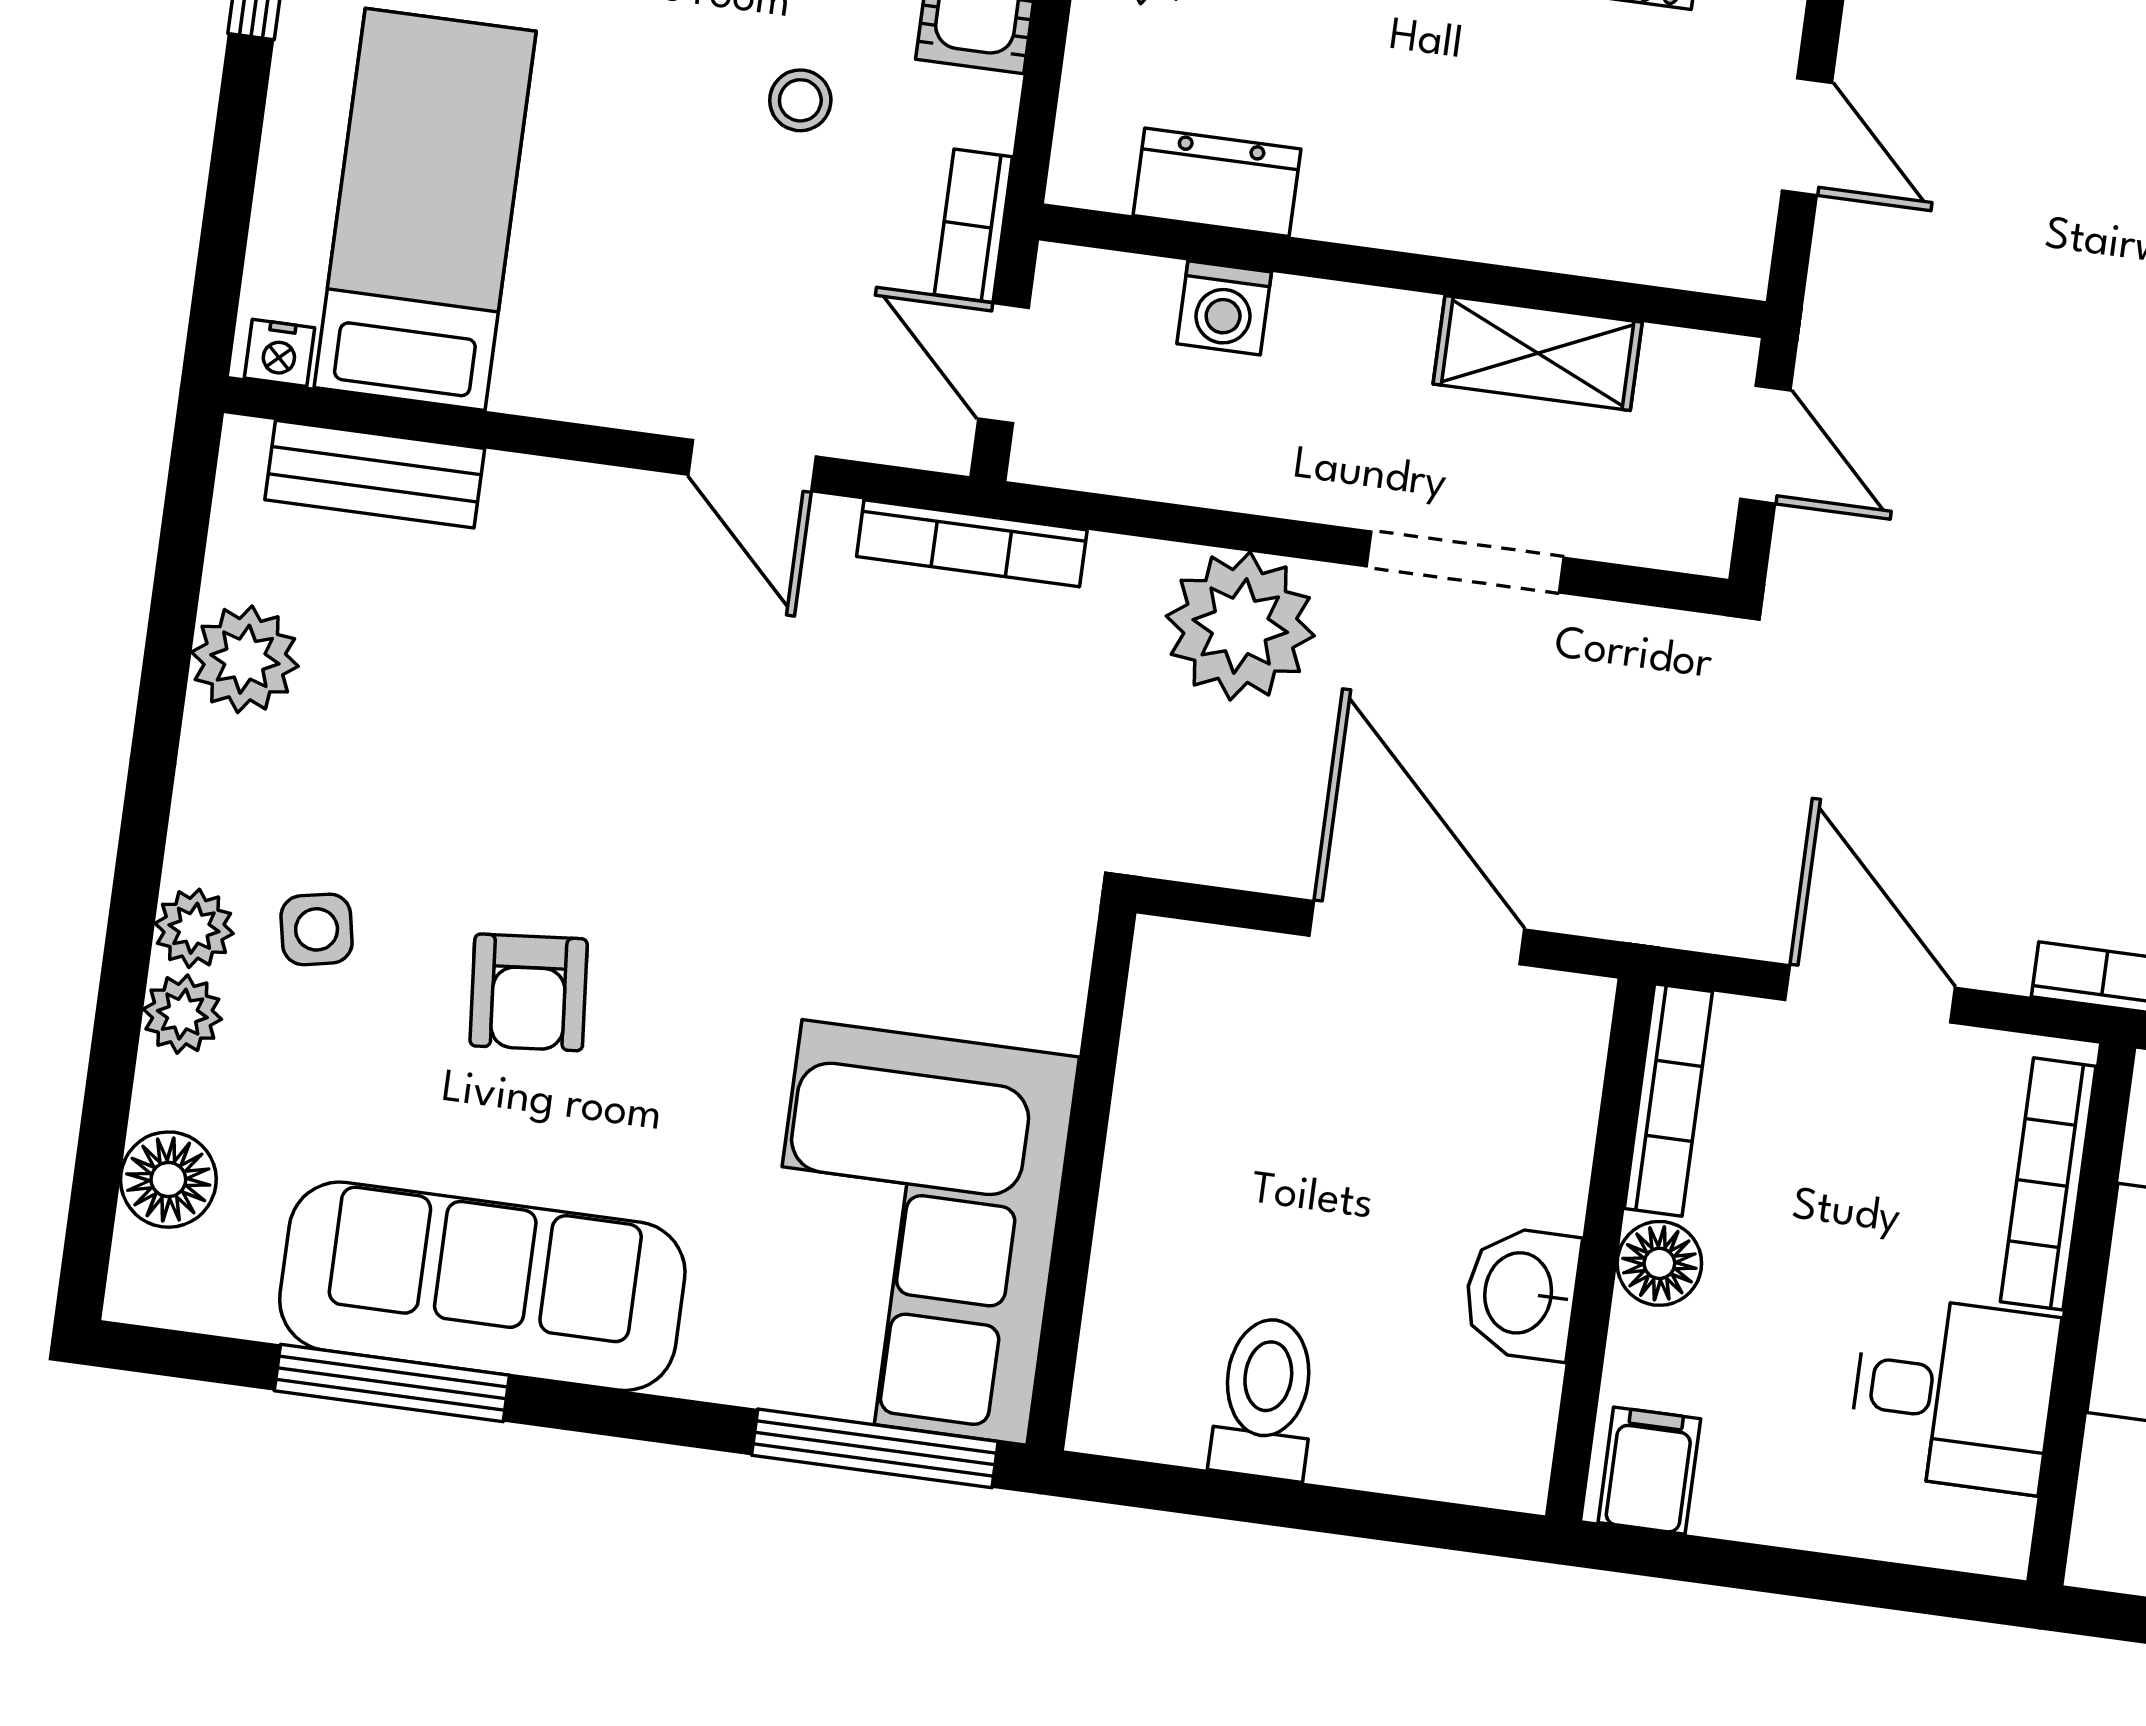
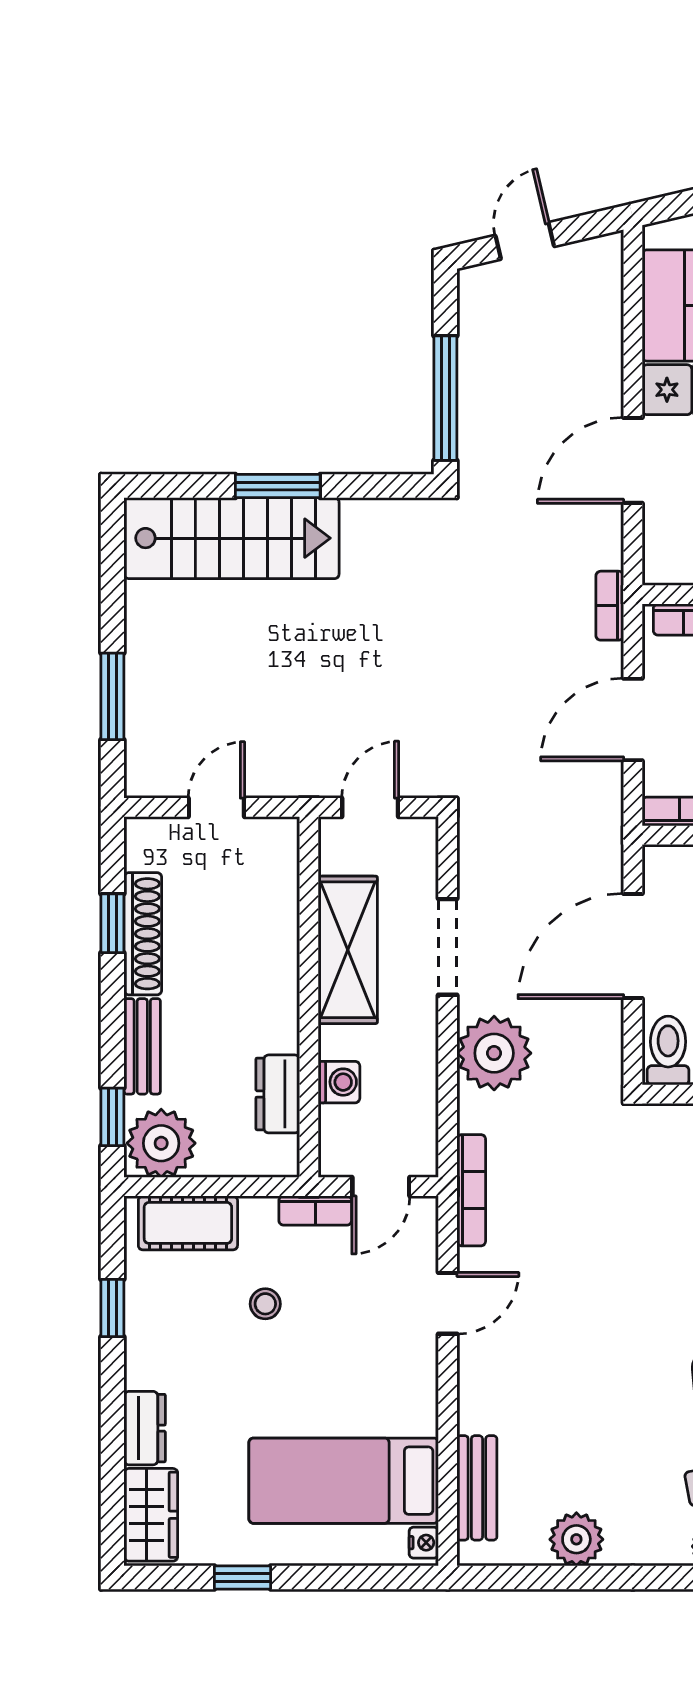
shelving: (1538, 353) -> (348, 950), width x1.50, depth x1.33
toilet: (1198, 975) -> (668, 1051), added

